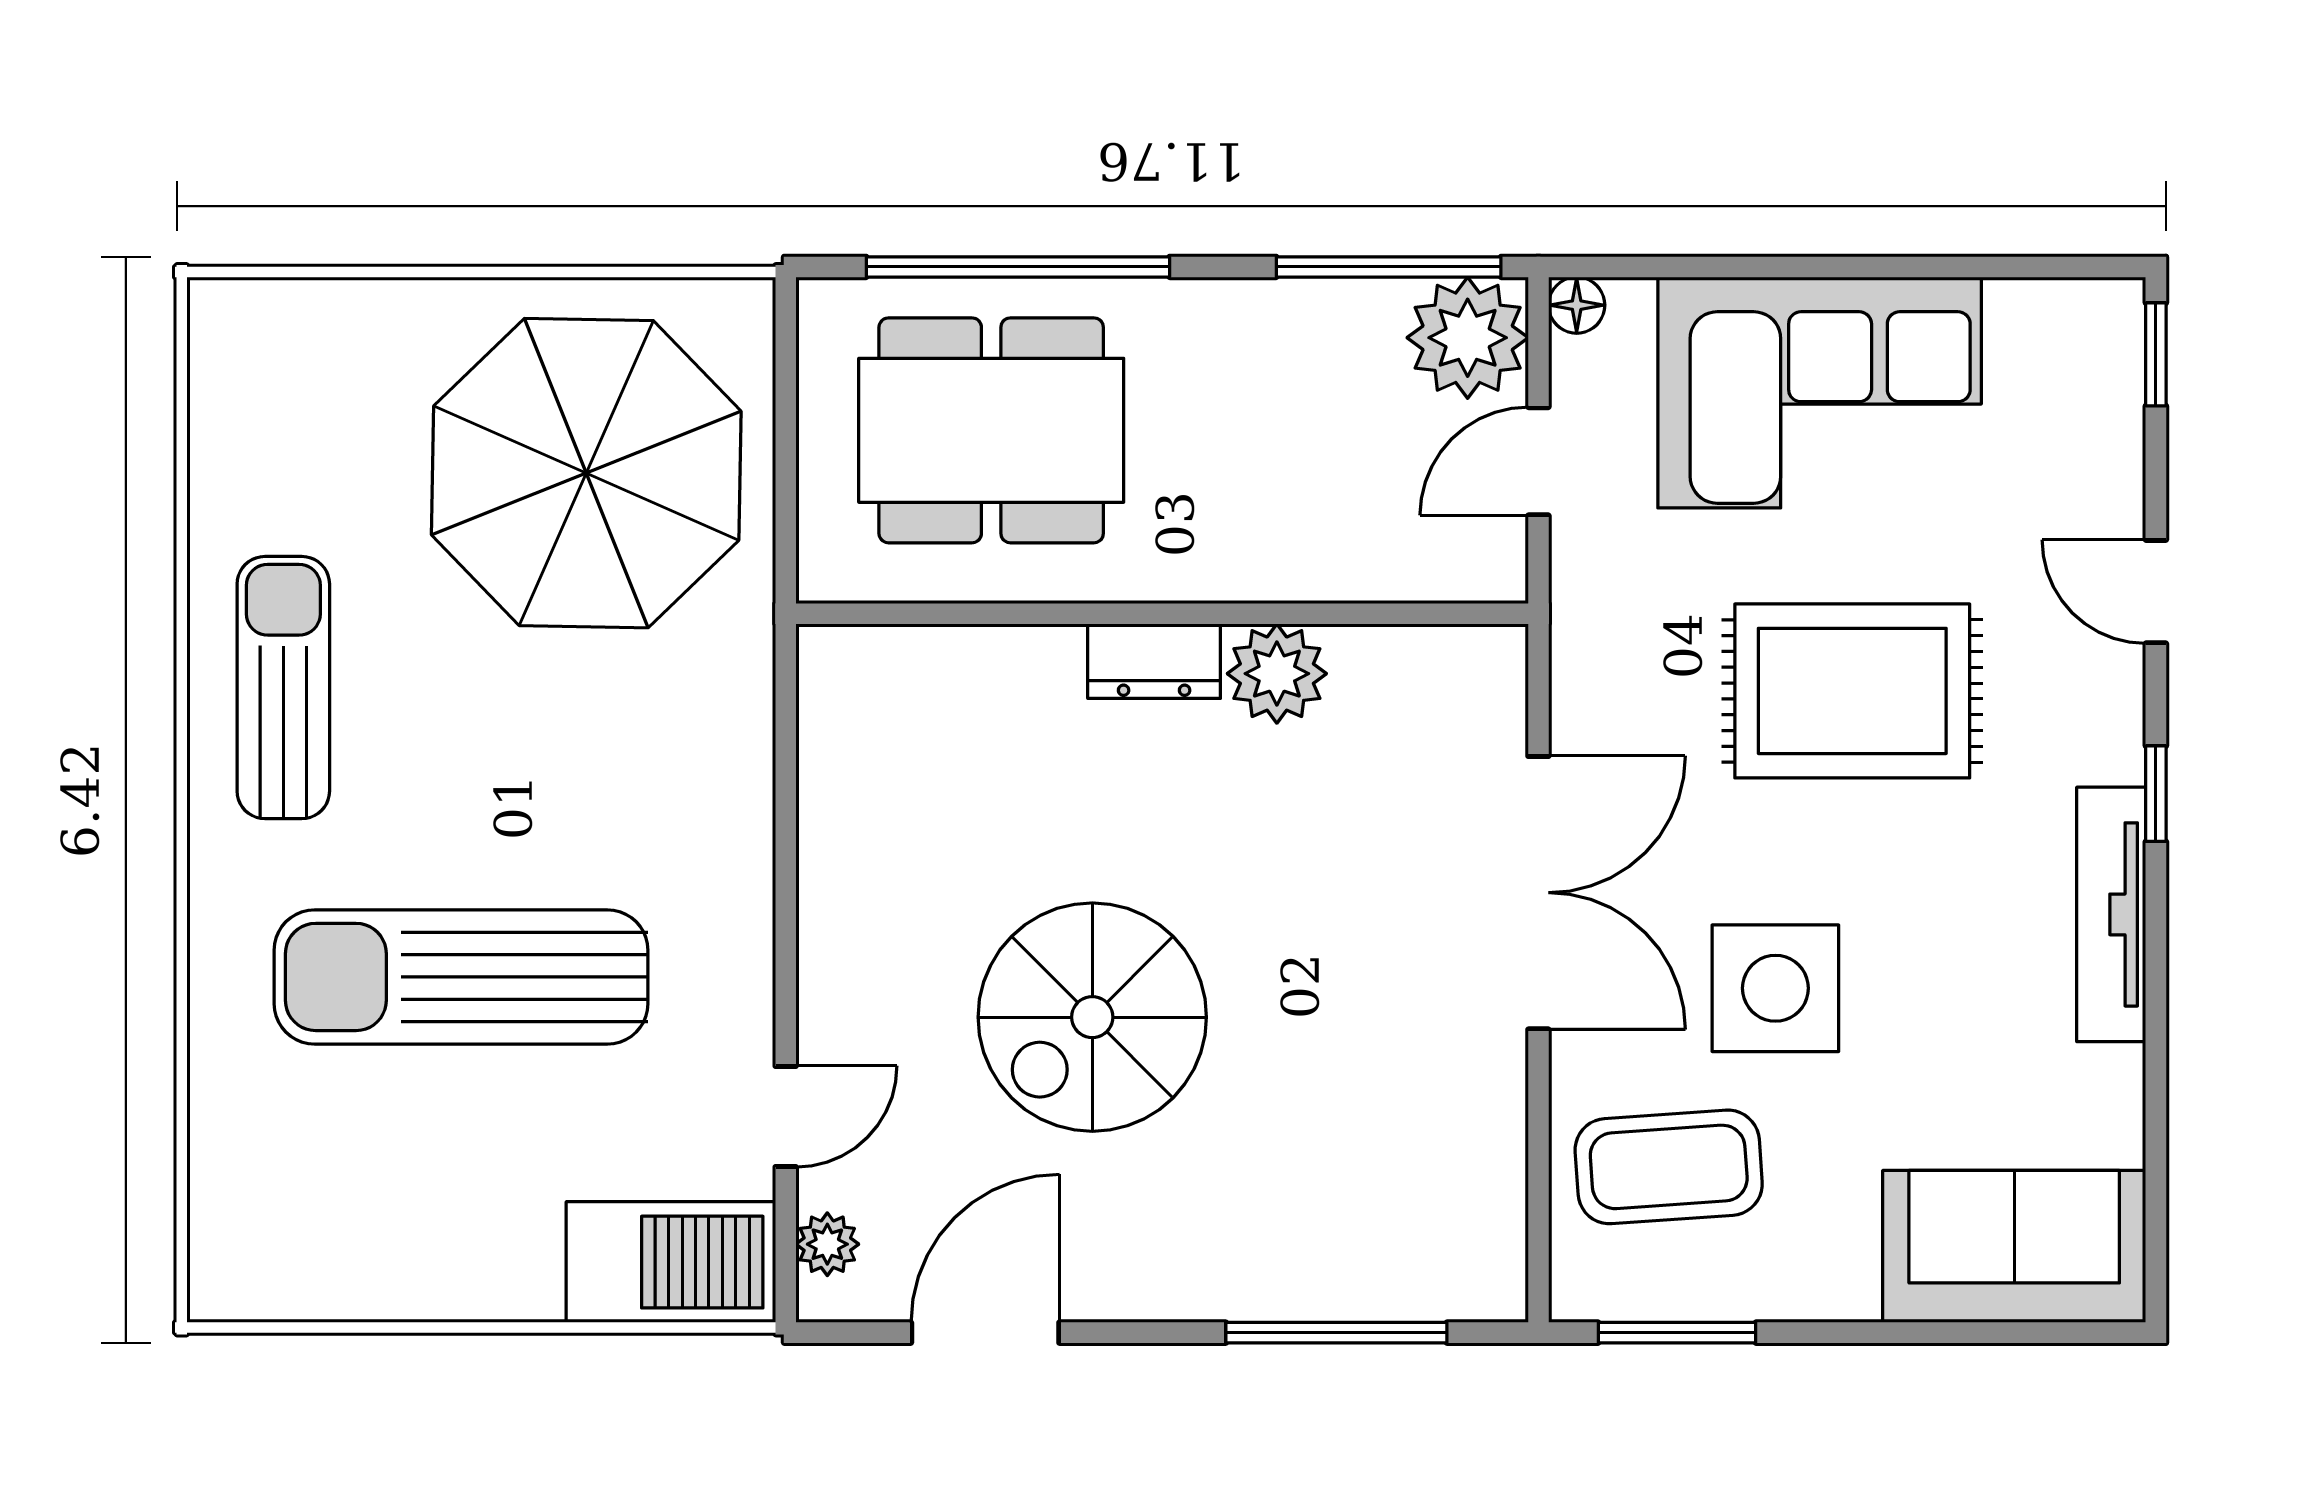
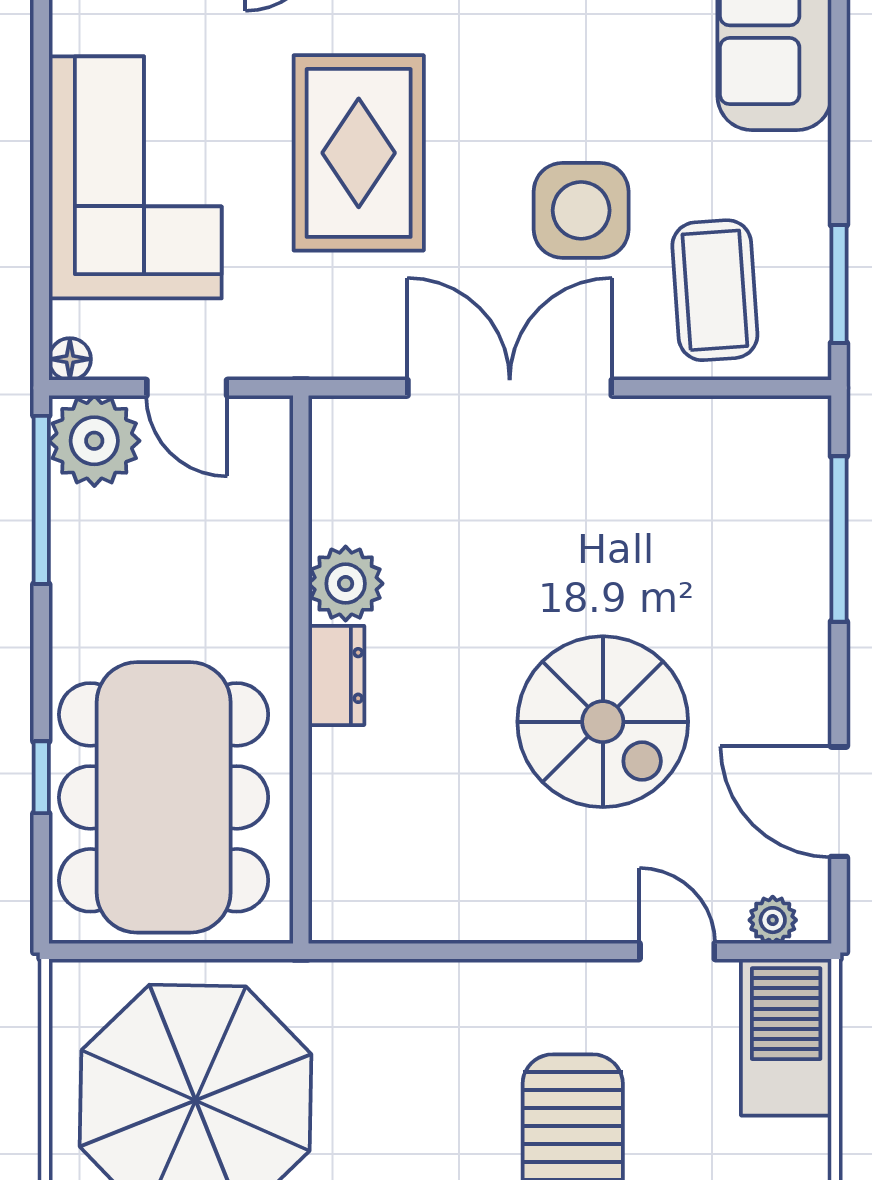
window: (1018, 267) -> (41, 777), width x0.32
dining table: (991, 430) -> (164, 797), width x1.36, depth x1.24

